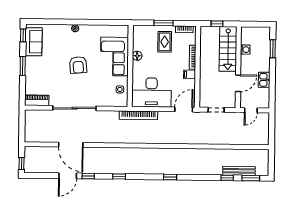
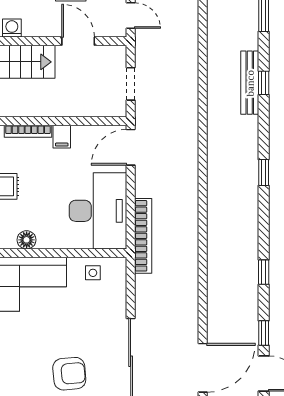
armchair: (78, 65) -> (69, 374), moved
door: (184, 109) -> (131, 147), hinge flipped
bench: (239, 171) -> (250, 83), moved
window: (227, 178) -> (264, 83), moved

